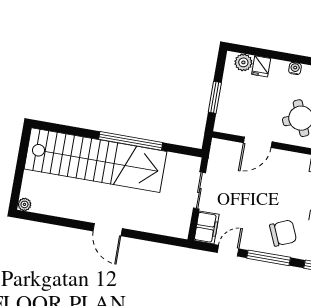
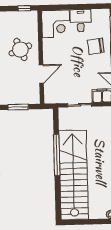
door: (258, 142) -> (41, 74), hinge flipped
chair: (283, 233) -> (96, 46), turned -74

